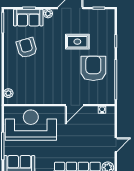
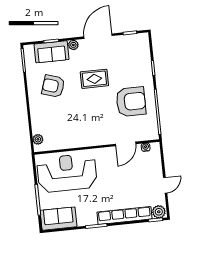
rug: (77, 42) -> (94, 79), moved
armchair: (27, 48) -> (53, 86), turned -56
armchair: (93, 68) -> (131, 102), turned 90
door: (74, 105) -> (126, 144), moved

